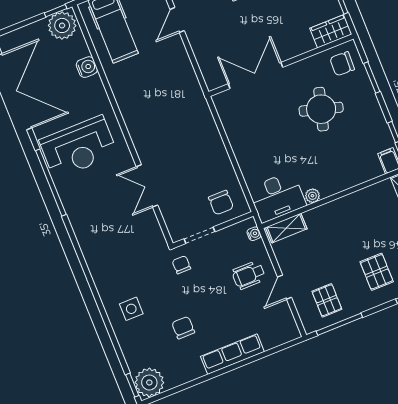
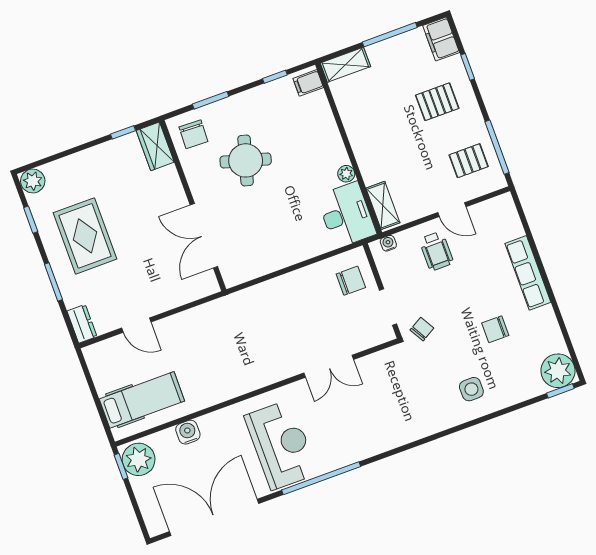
chair: (181, 265) -> (422, 329), turned 150

